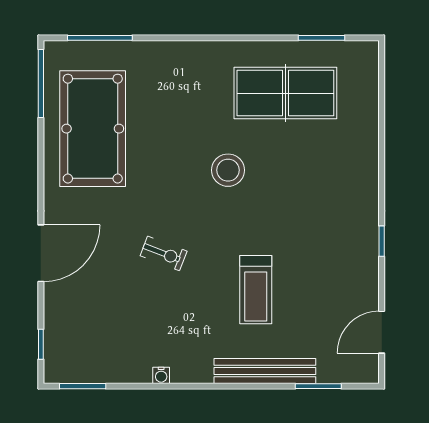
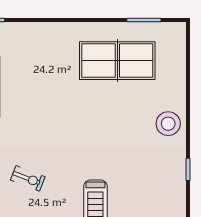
stool: (228, 170) -> (168, 124), moved

